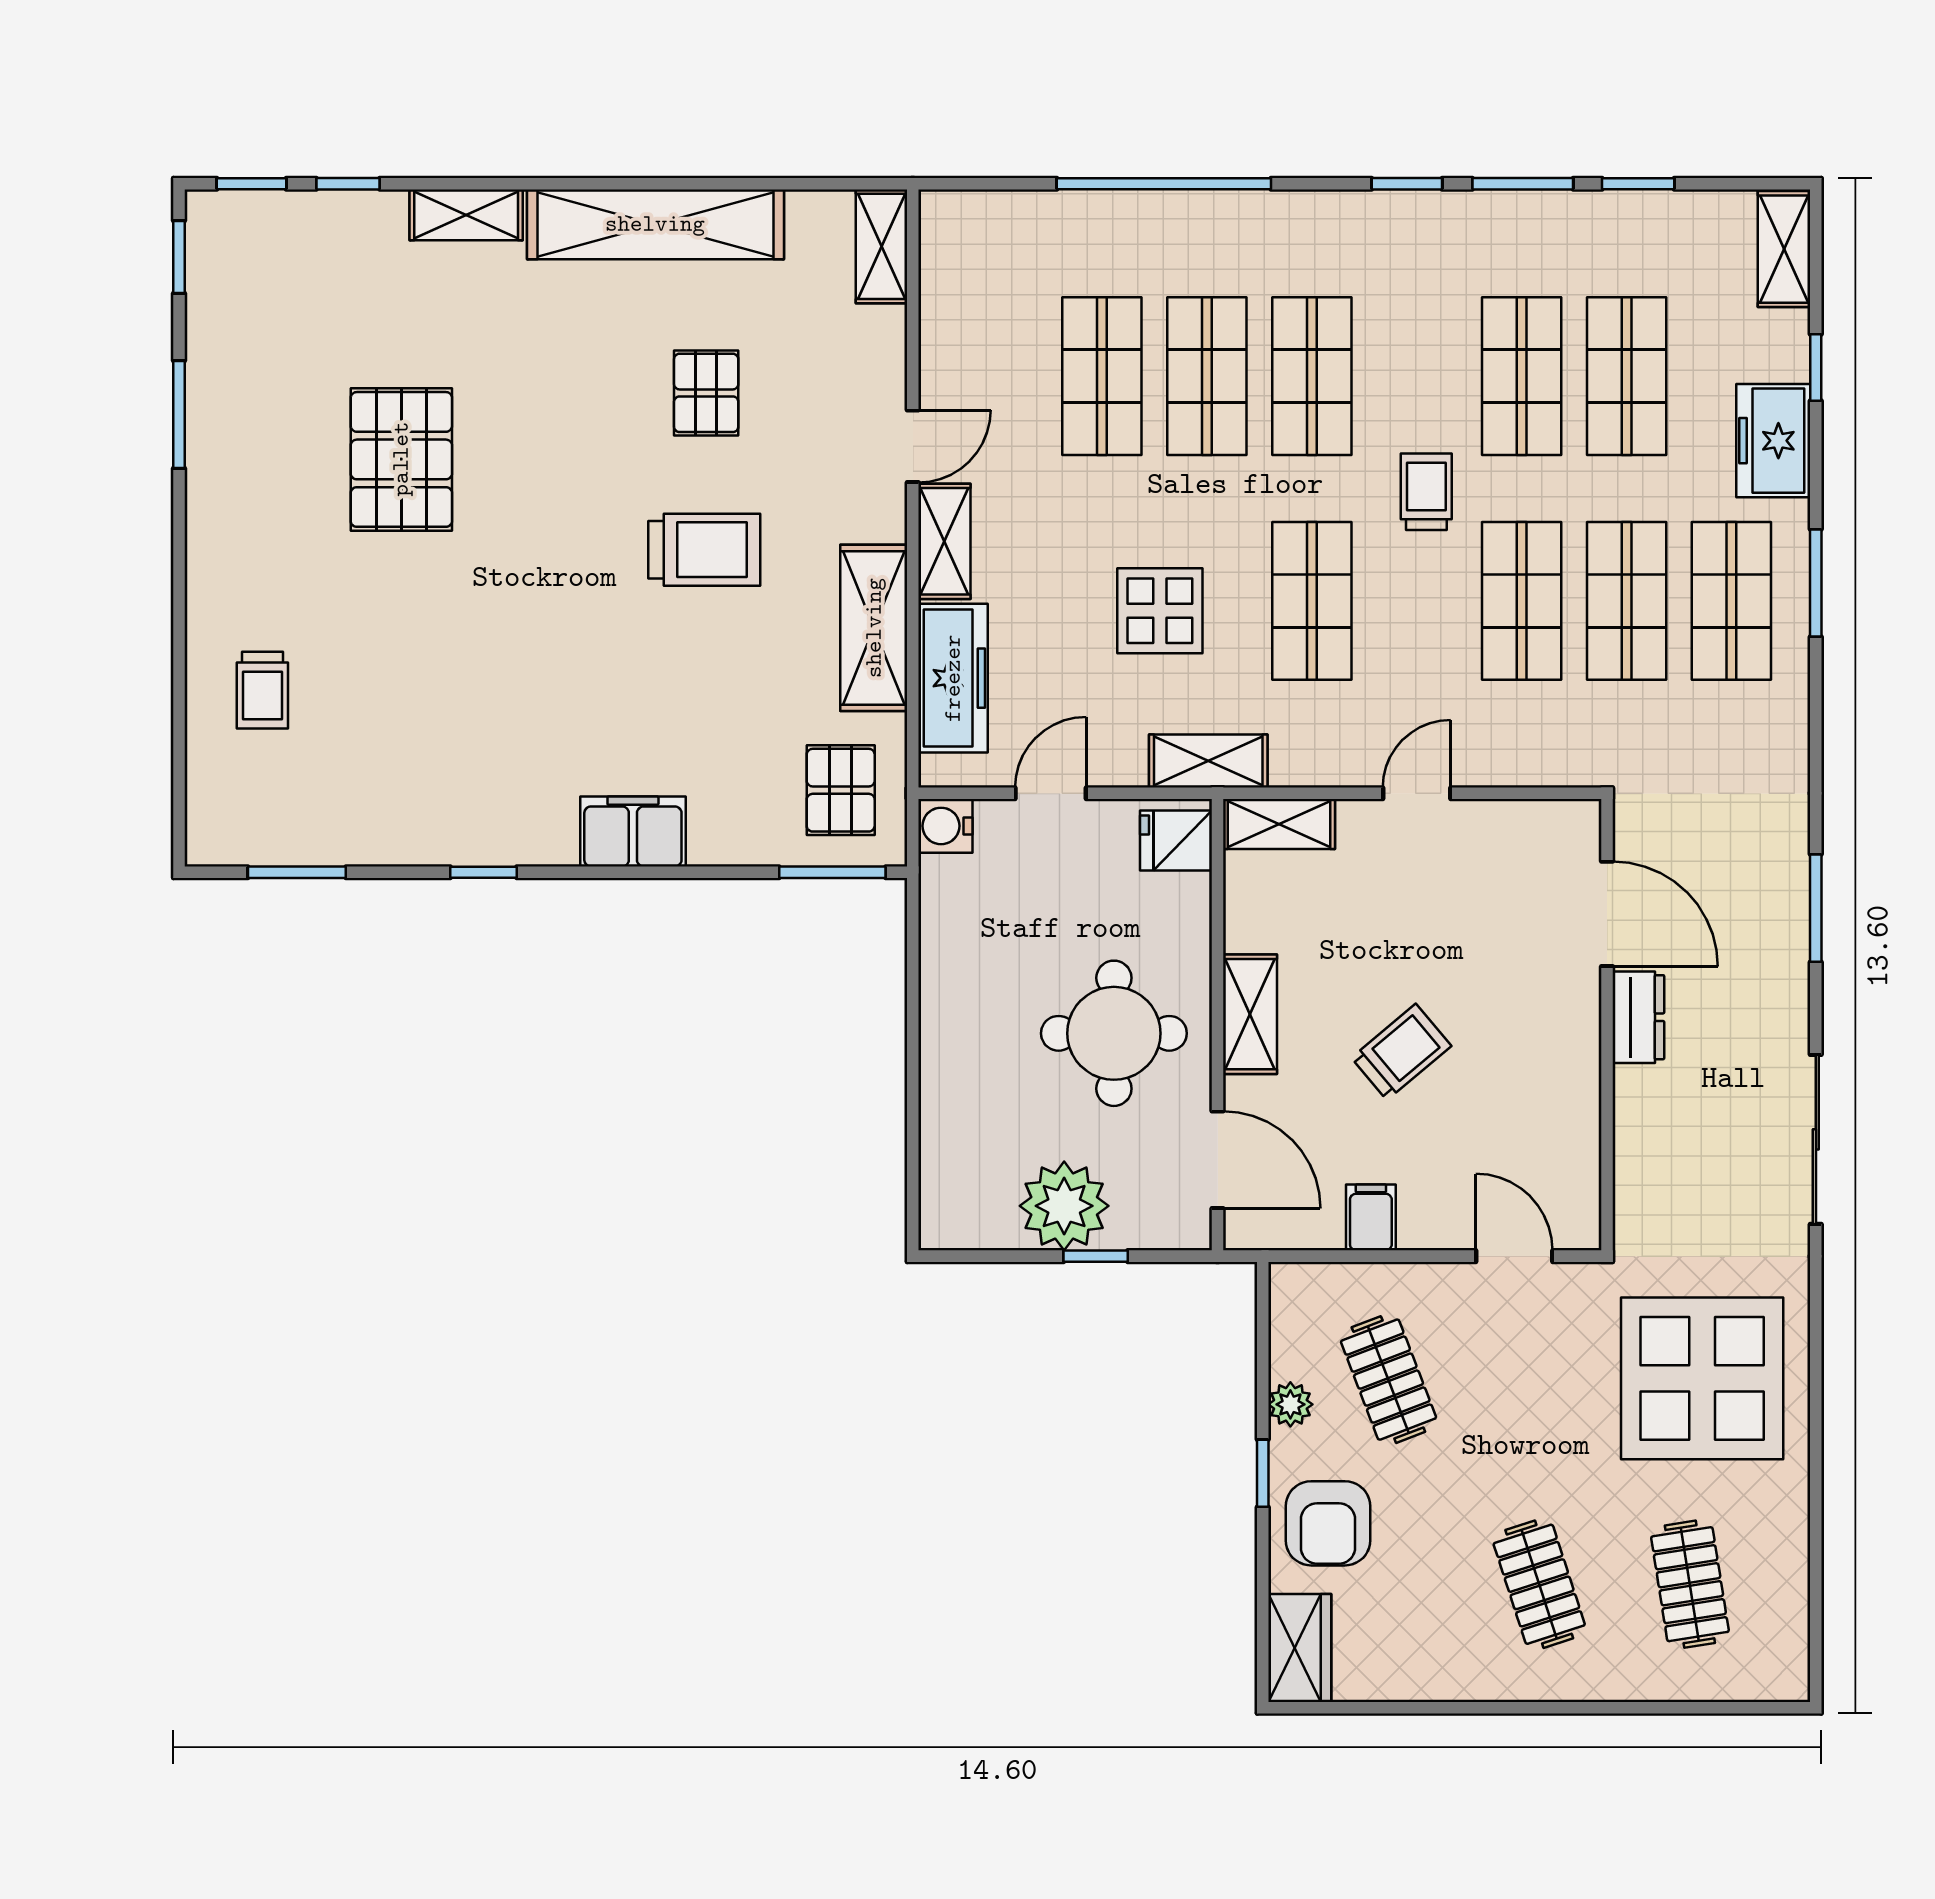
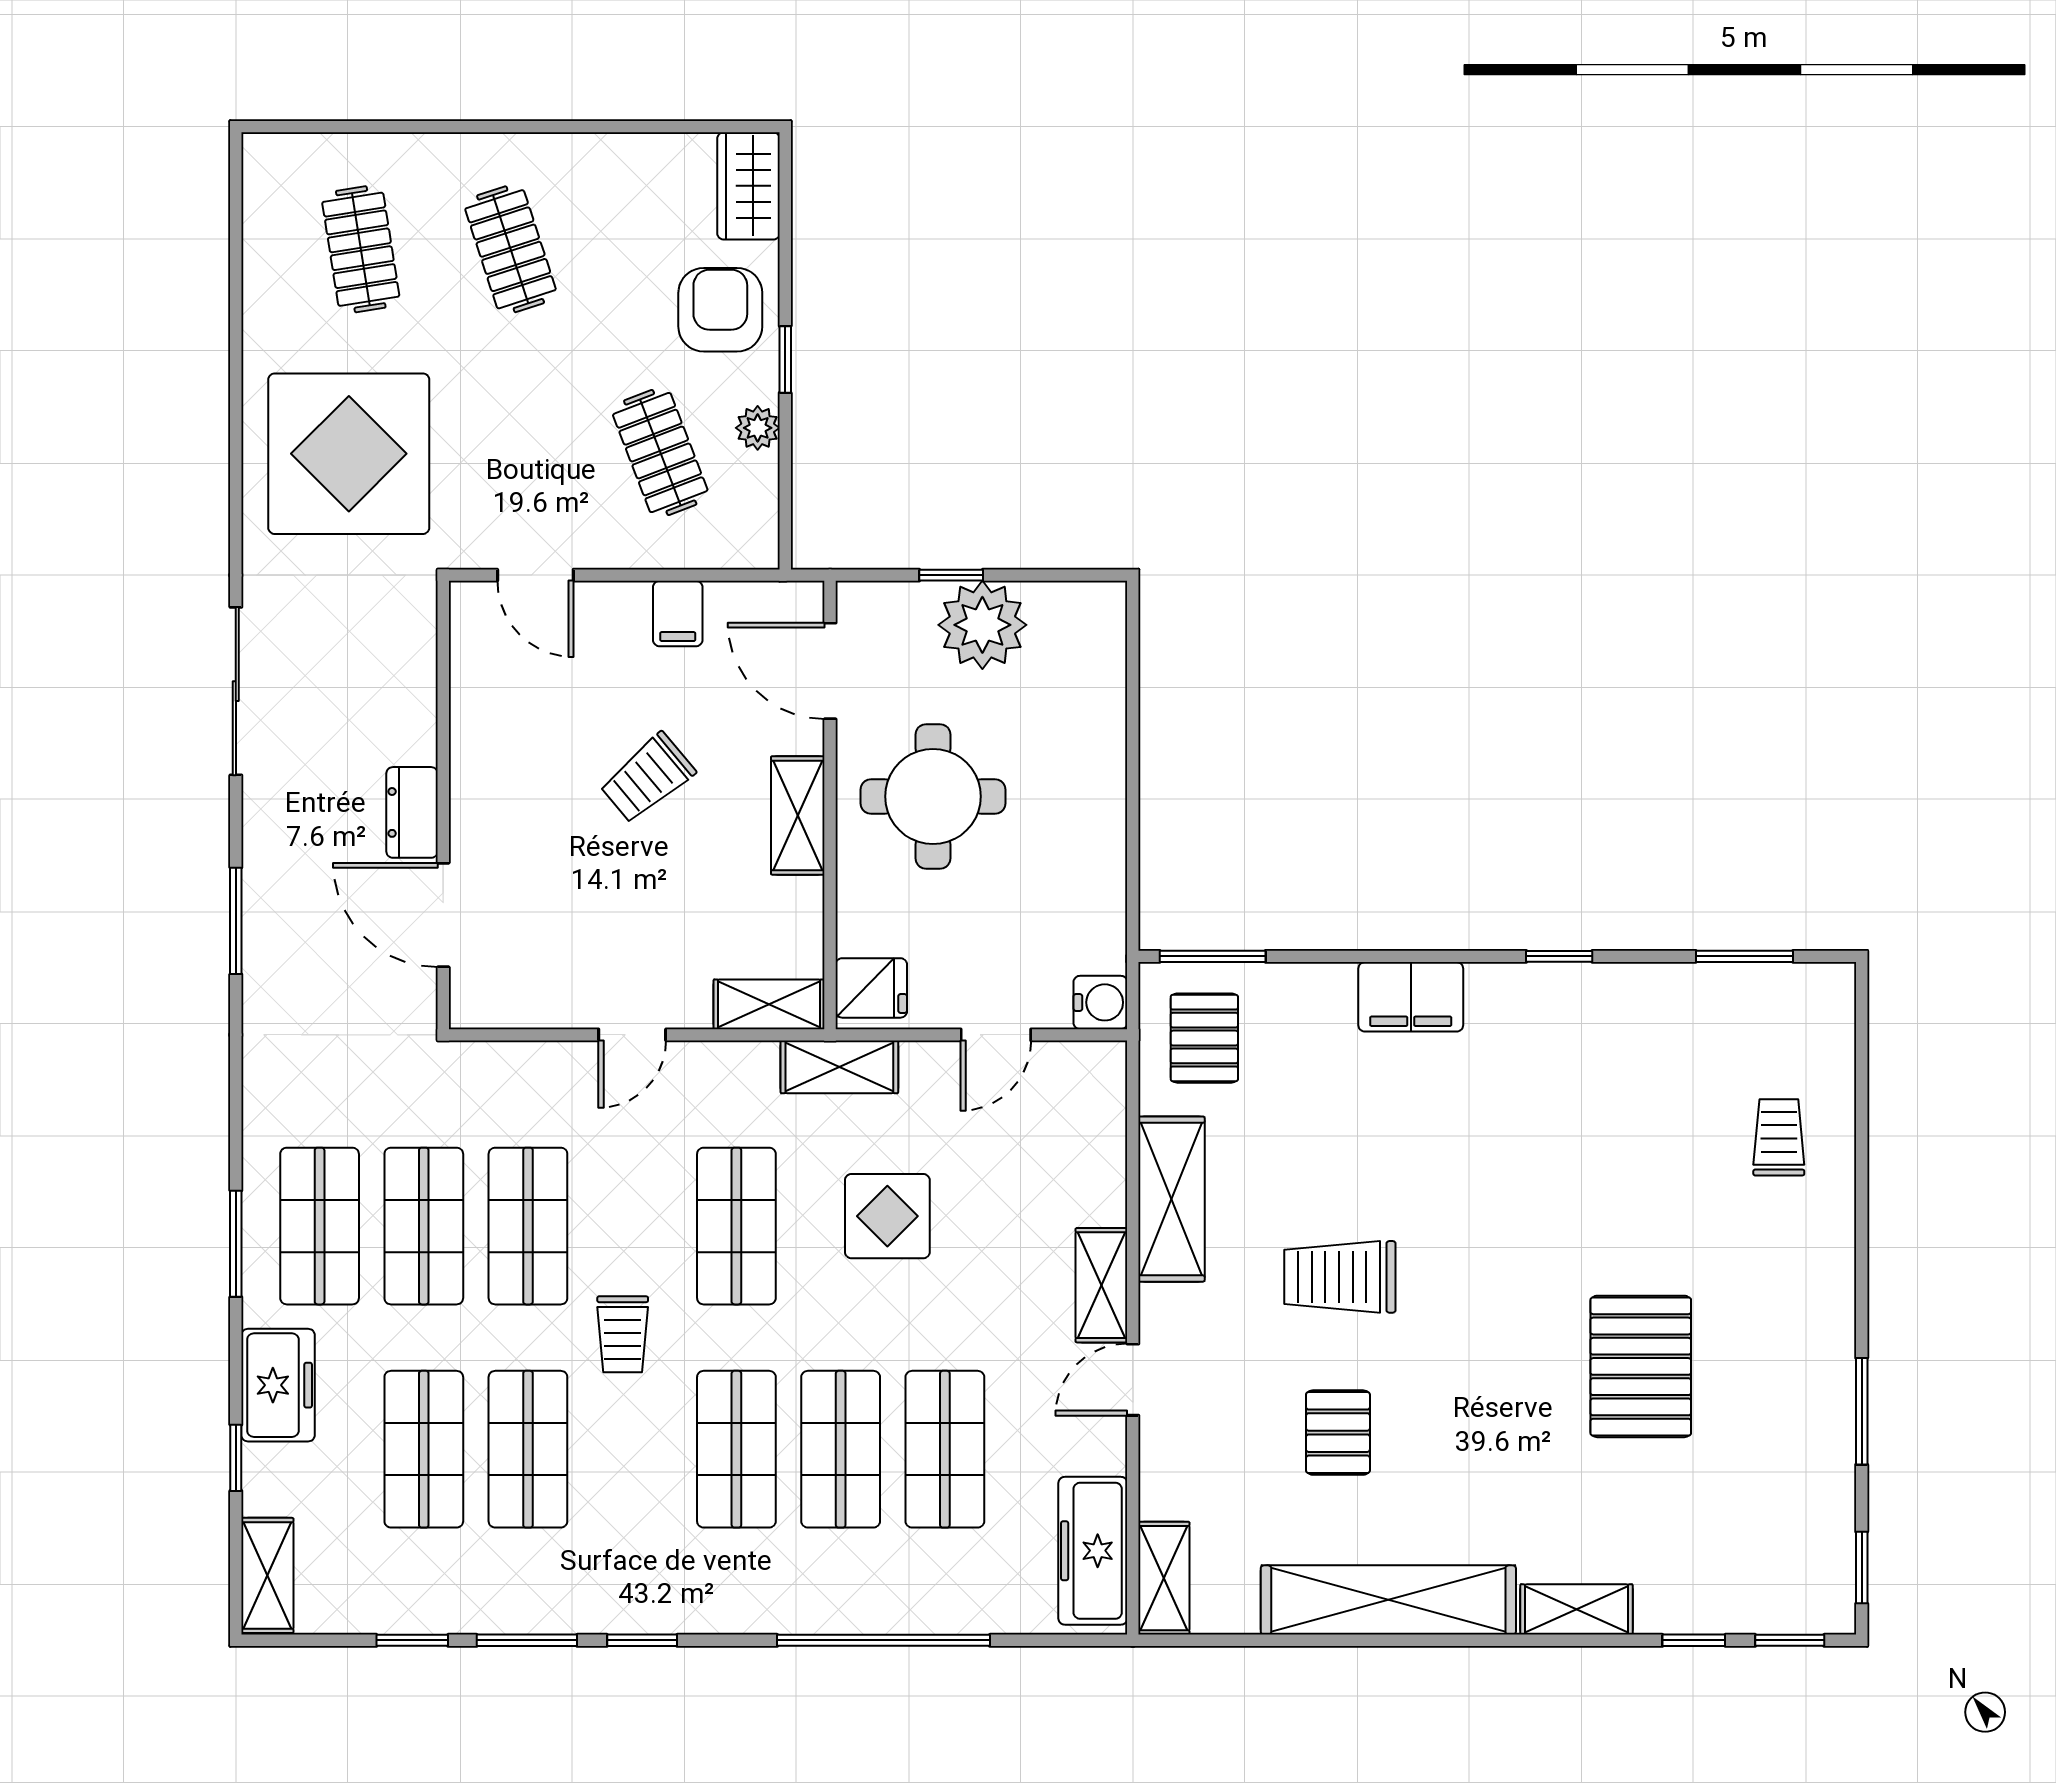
freezer: (953, 678) -> (1093, 1551), moved

